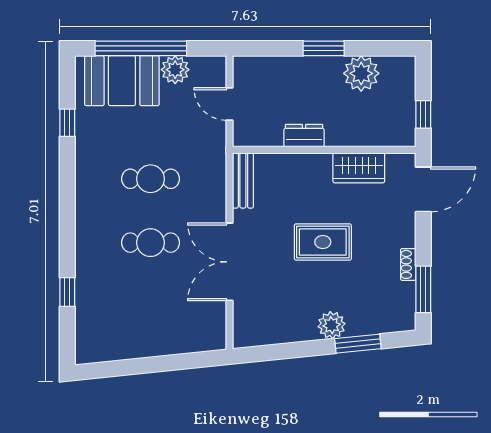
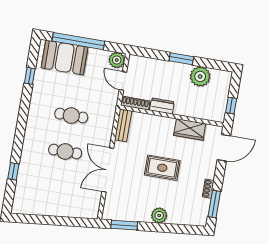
plant: (175, 70) -> (117, 60), moved
shoe rack: (257, 139) -> (135, 103), added
window: (358, 344) -> (124, 225), moved

